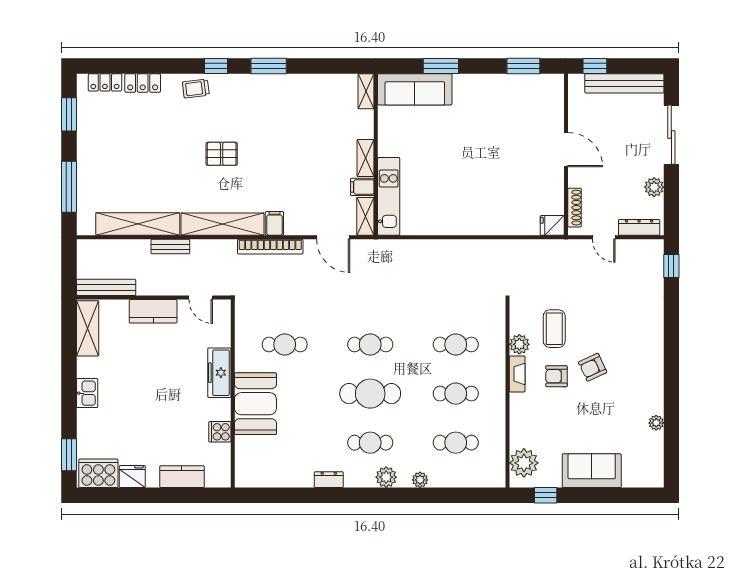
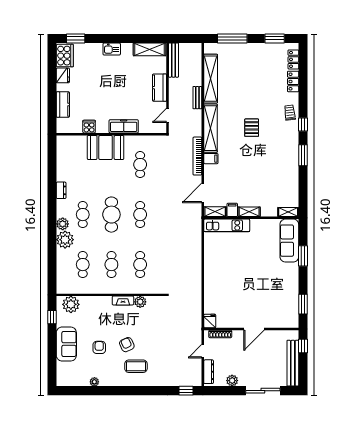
coffee table: (554, 329) -> (136, 366), moved
armchair: (556, 376) -> (99, 347), moved
plant: (420, 480) -> (65, 240), width x1.87, depth x1.87

